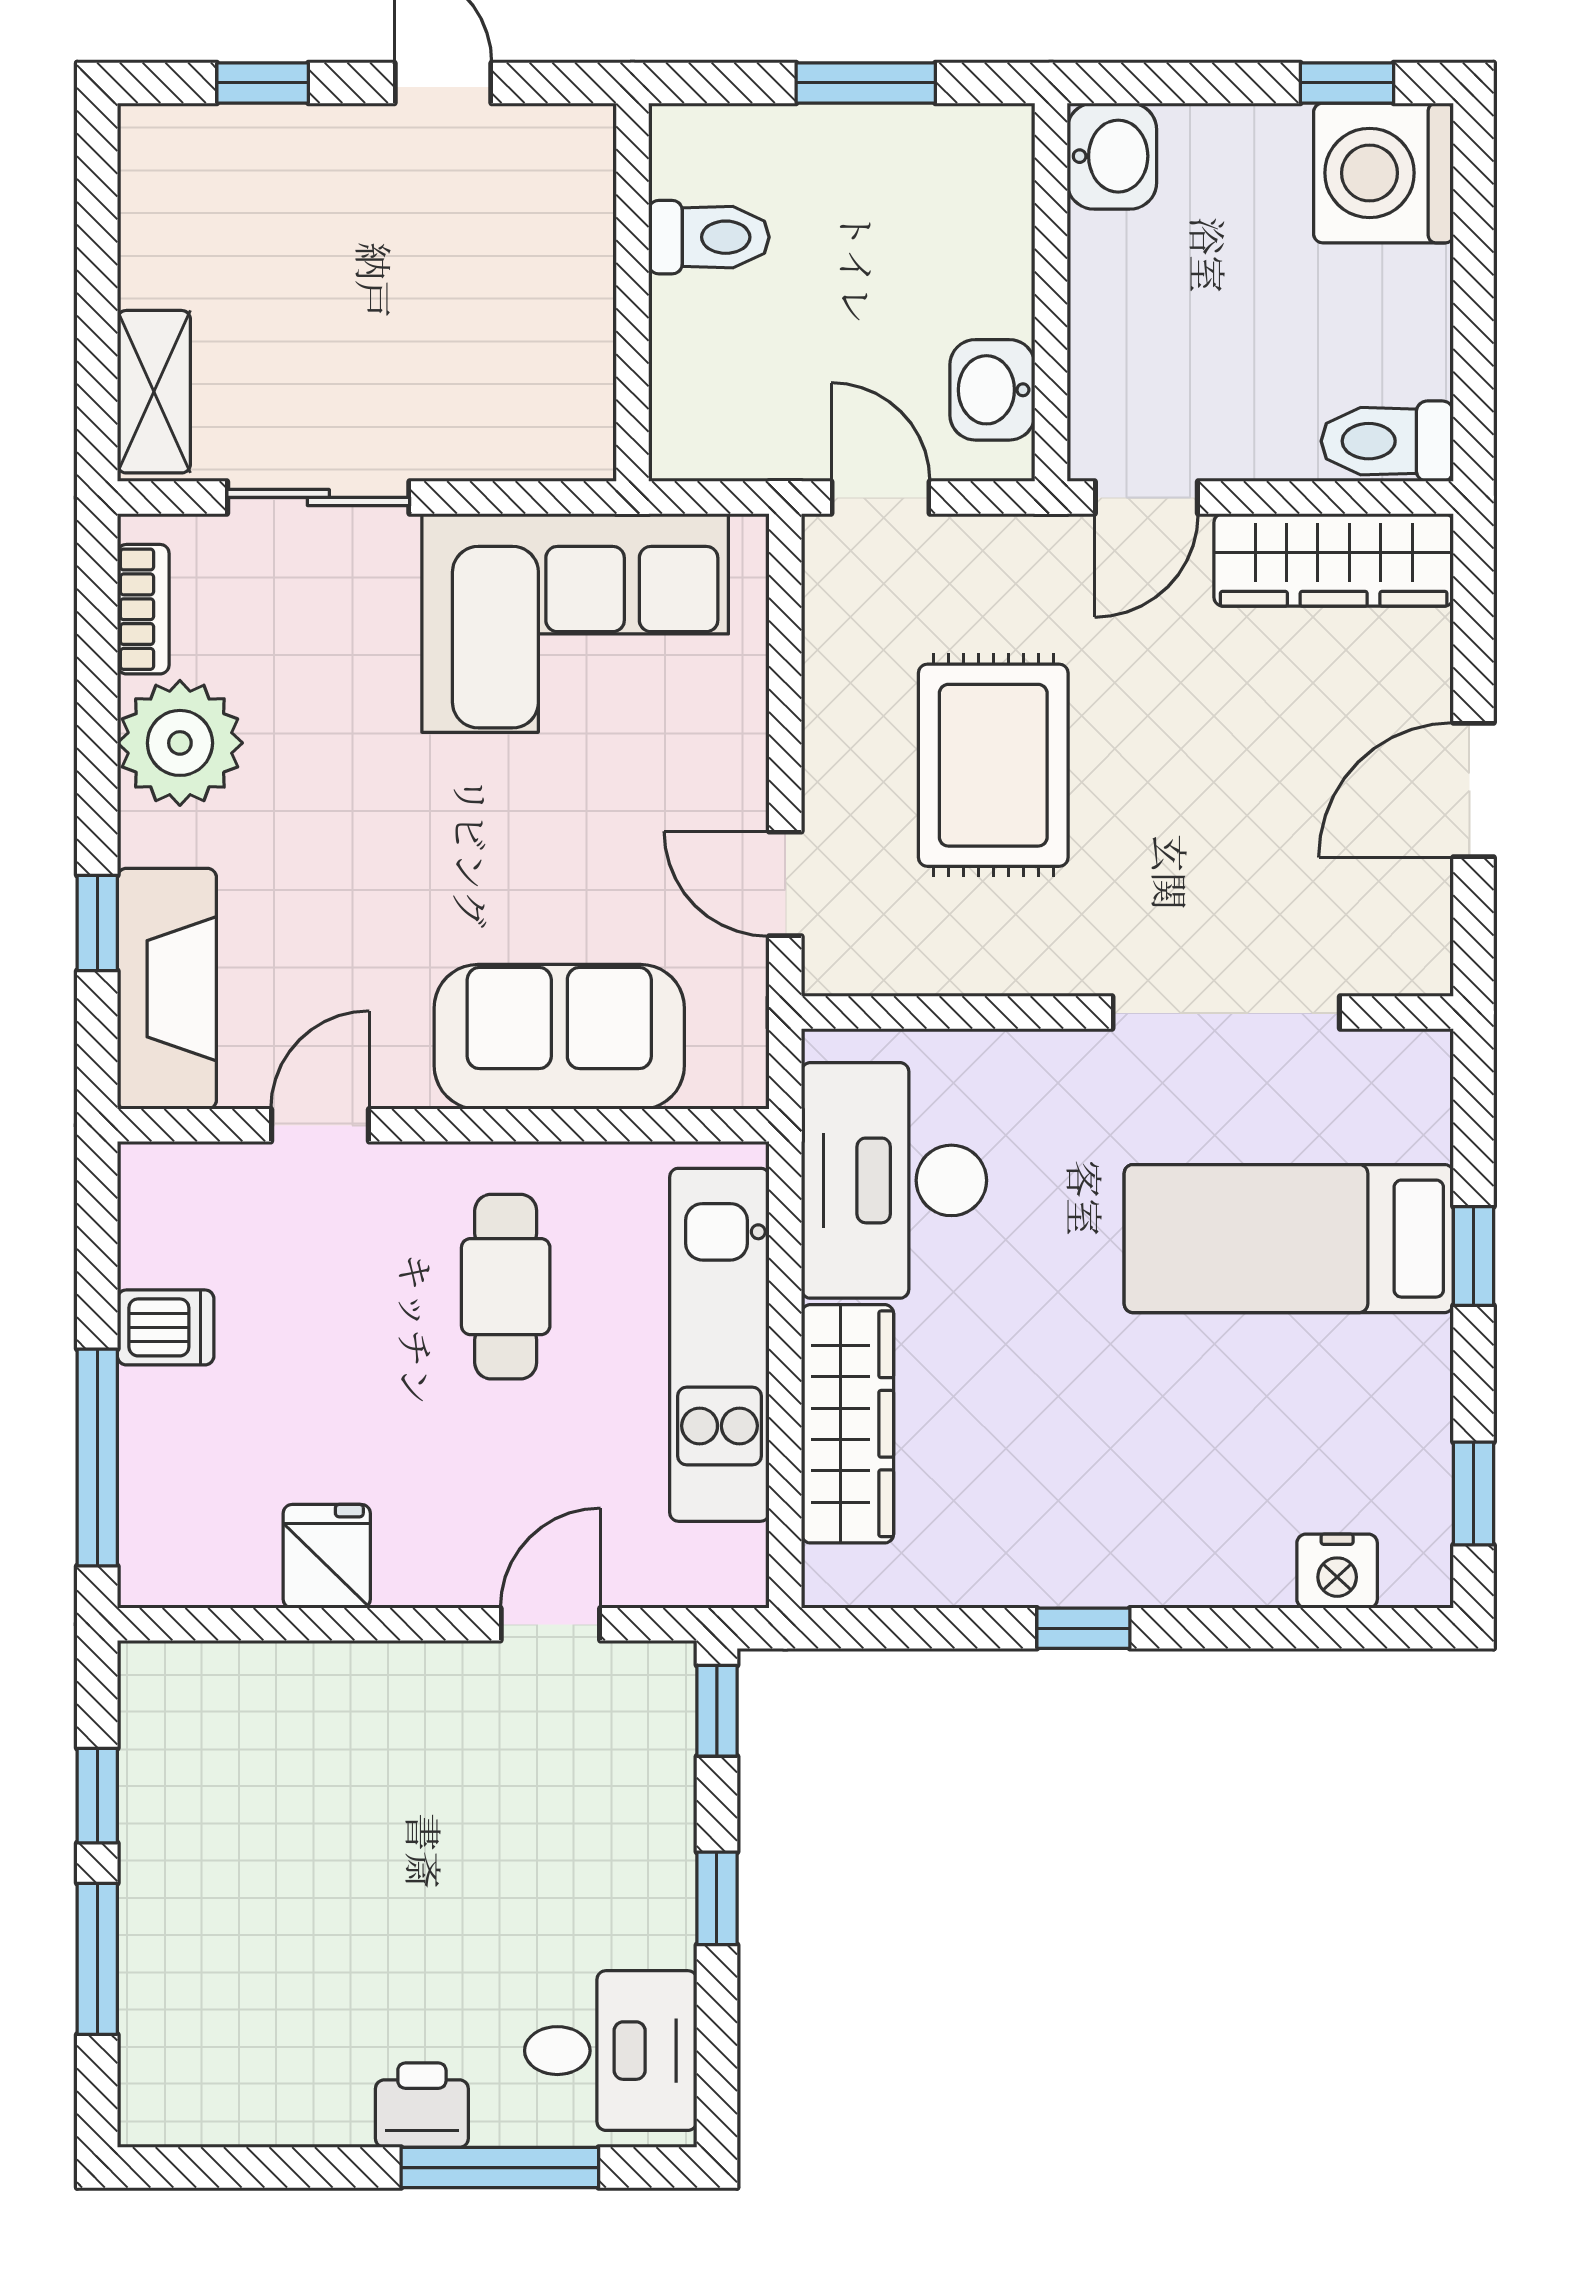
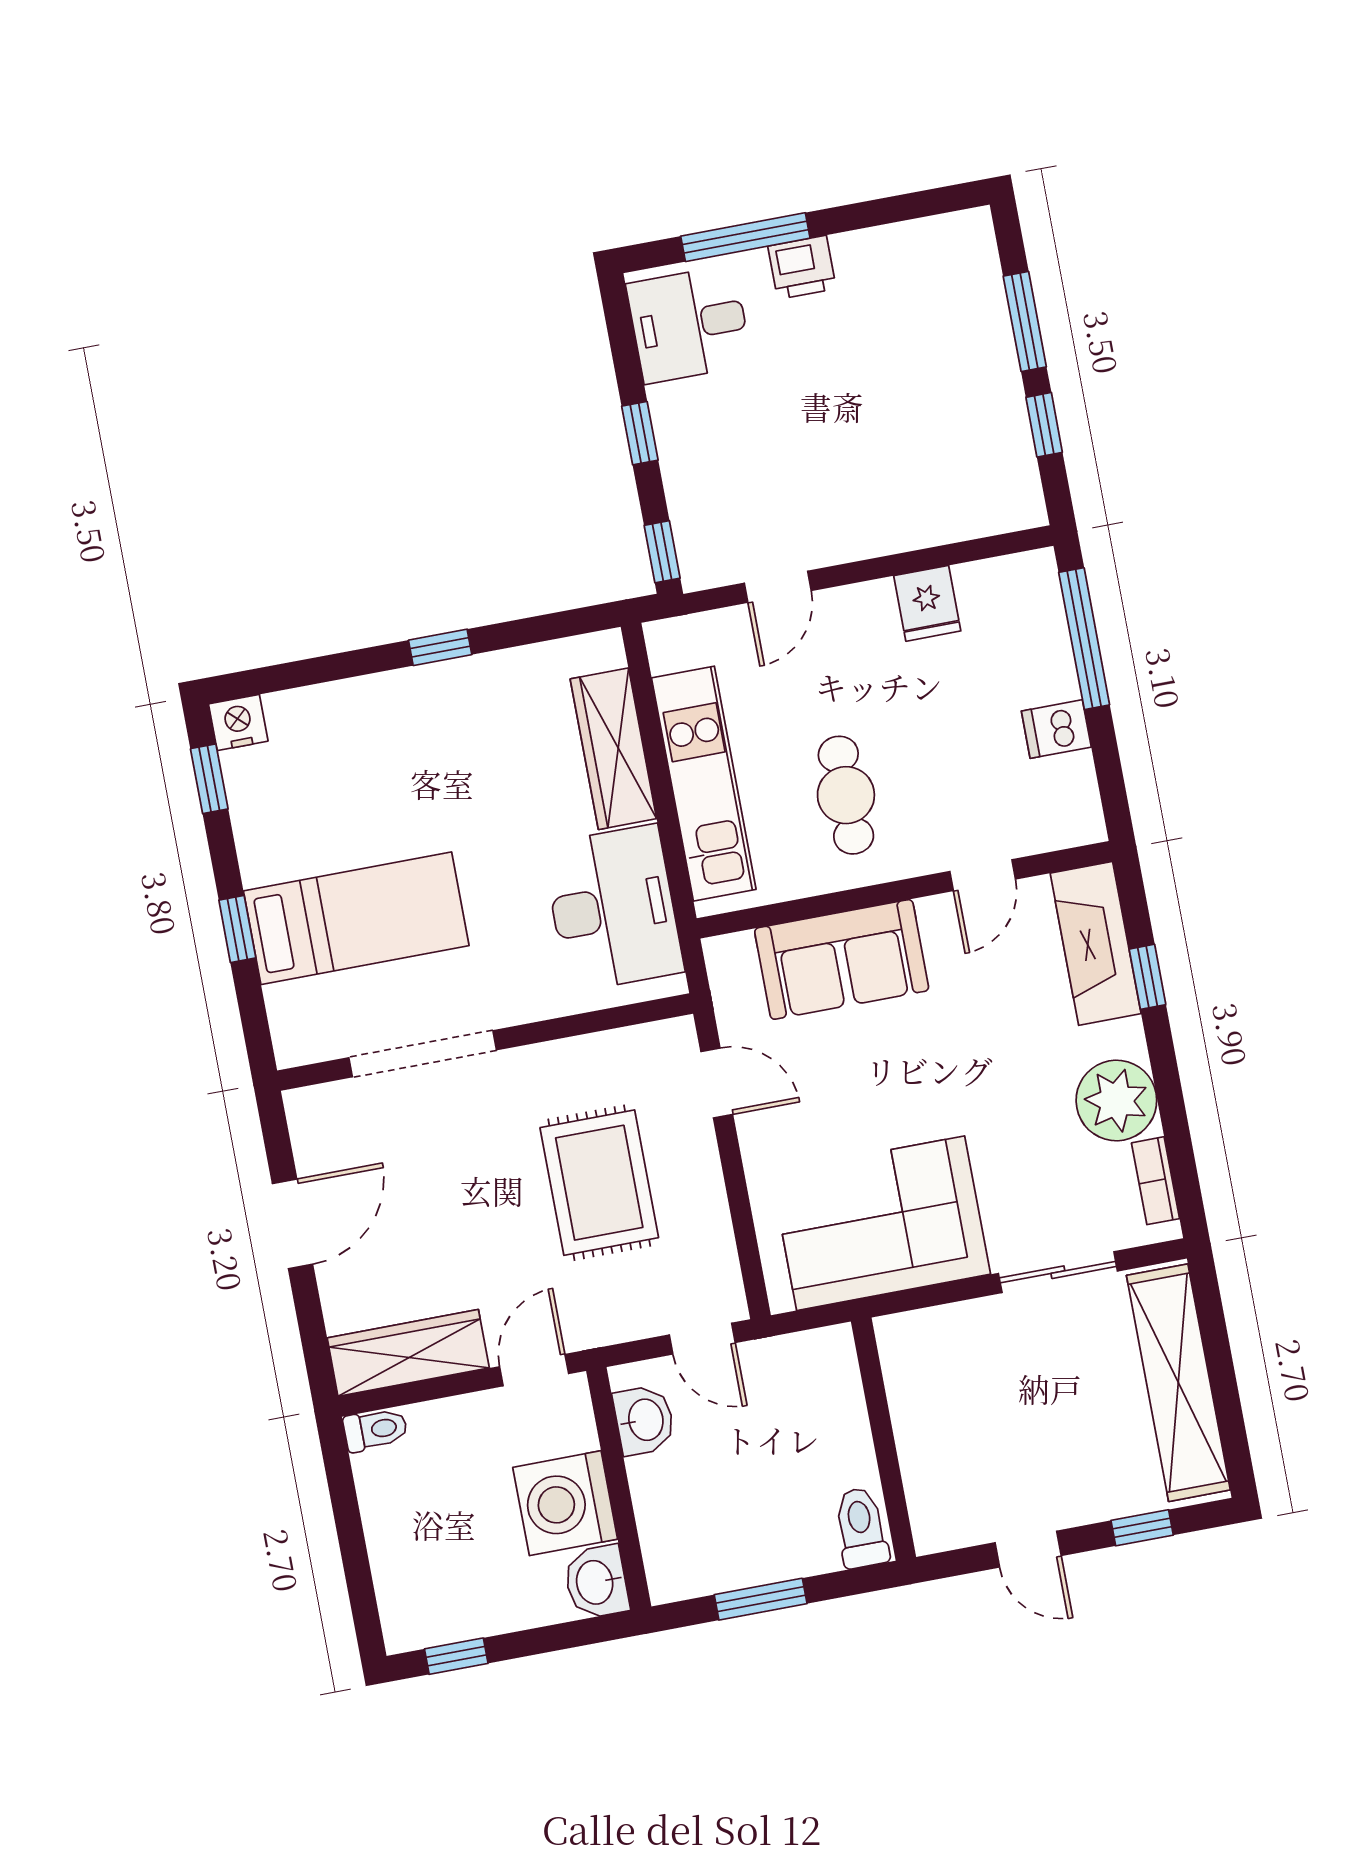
washing machine: (1383, 173) -> (565, 1503), moved, turned 180
toilet: (709, 237) -> (861, 1528), moved, turned 90
shelving: (154, 392) -> (1178, 1383), width x2.20, depth x1.33
toilet: (1387, 441) -> (375, 1430), width x0.73, depth x0.72
nightstand: (1337, 1571) -> (238, 723), moved

